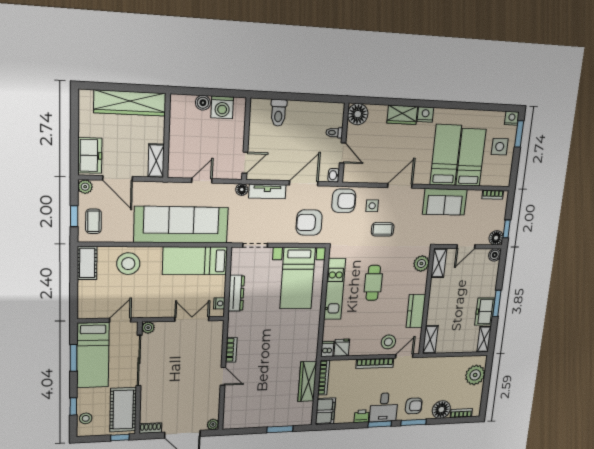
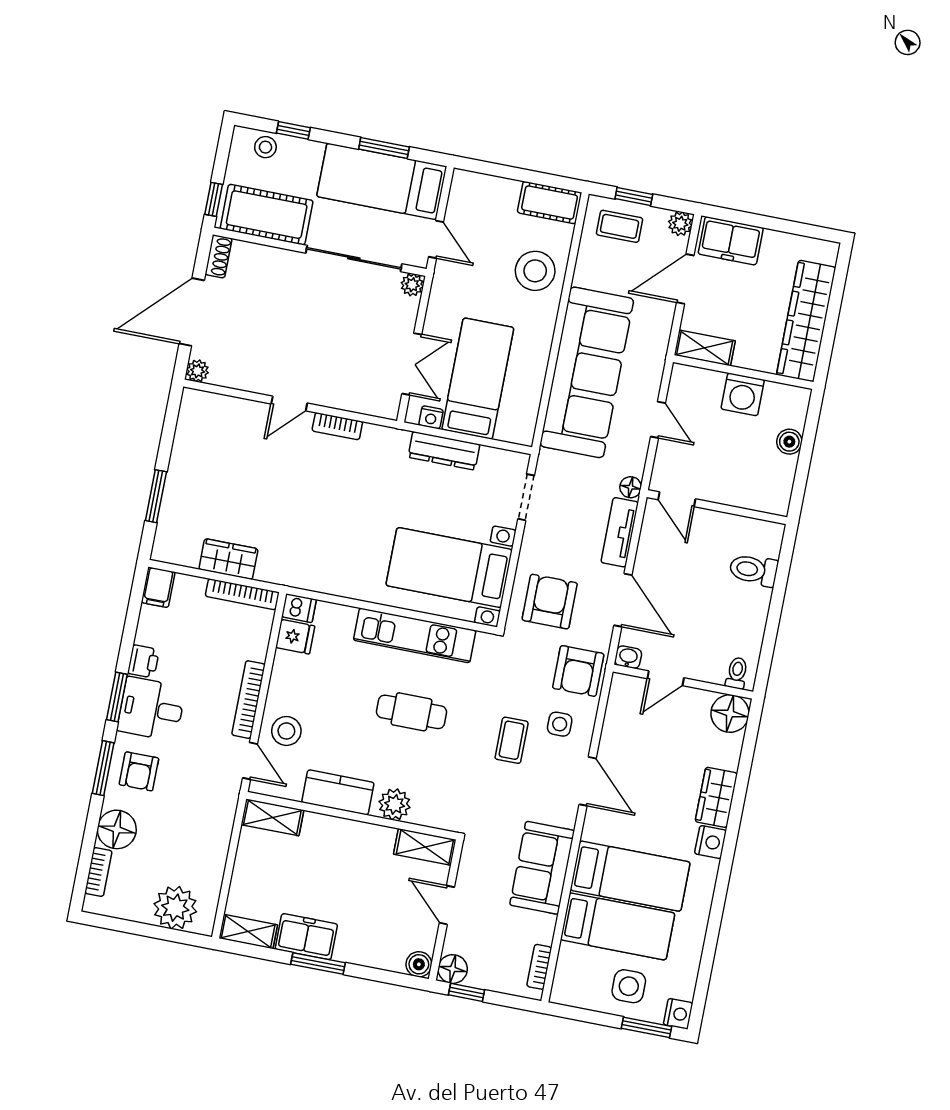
washing machine: (222, 107) -> (743, 394), moved, turned -90
toilet: (334, 133) -> (737, 673), moved
bed: (195, 261) -> (478, 379), moved
plant: (421, 264) -> (395, 804), moved
wardrobe: (307, 381) -> (228, 559), width x0.67
filing cabinet: (325, 411) -> (158, 587), width x0.50

